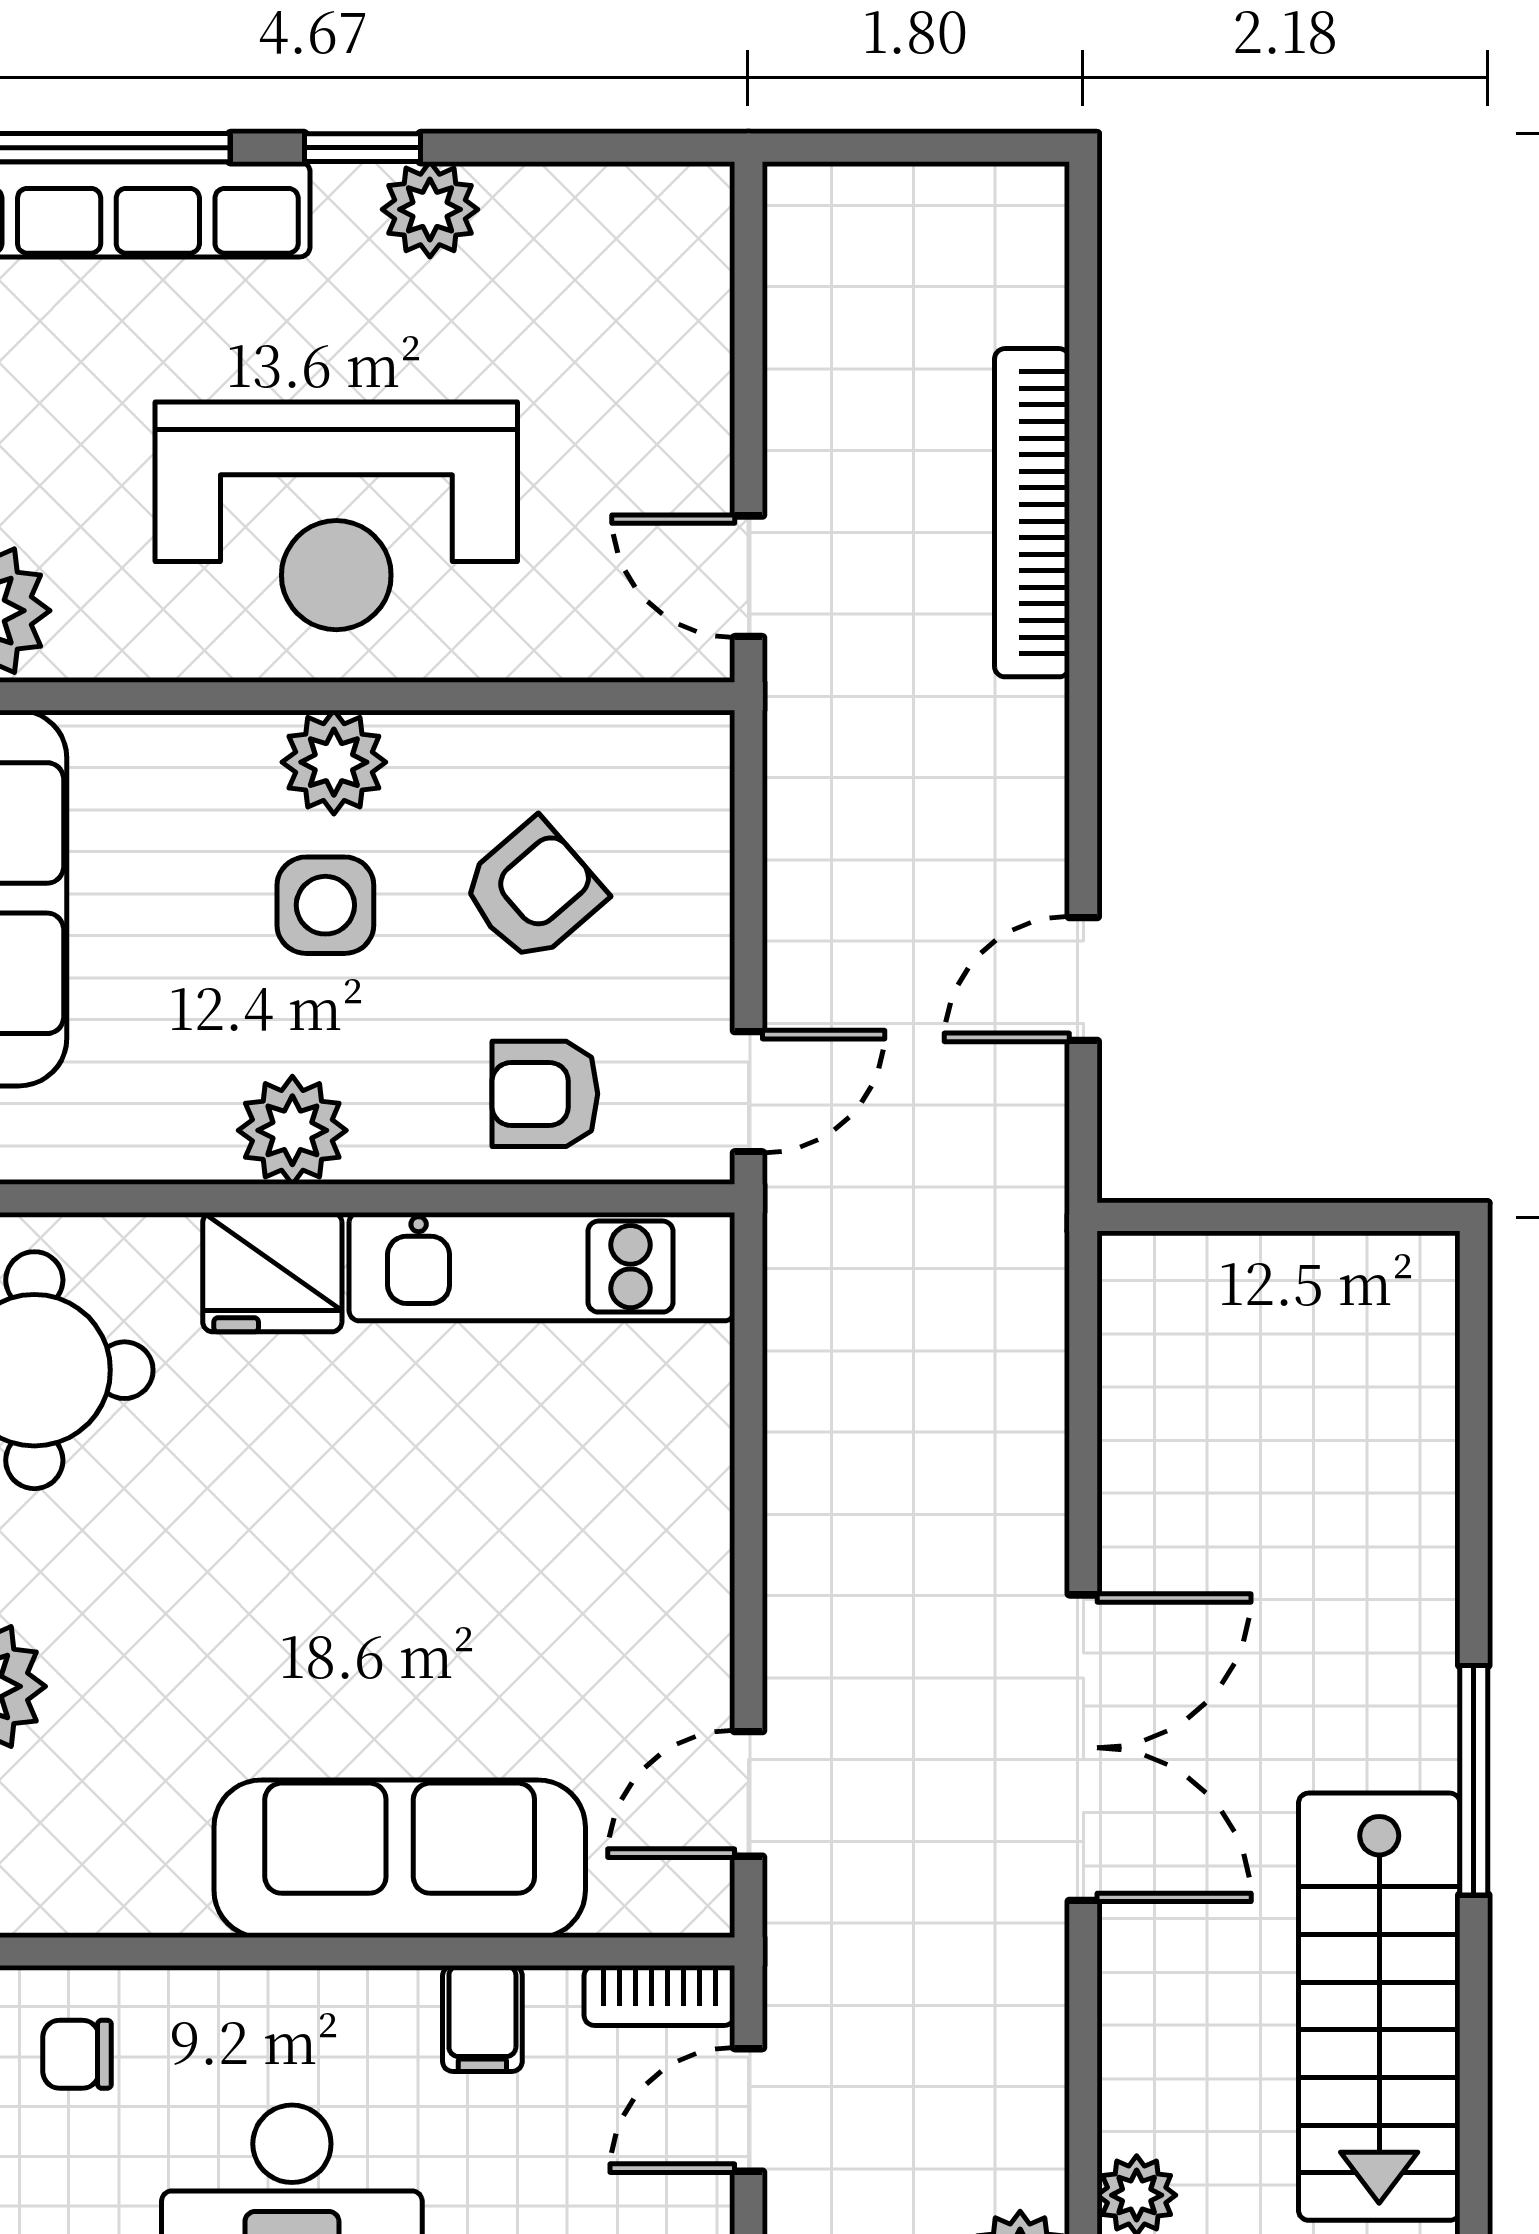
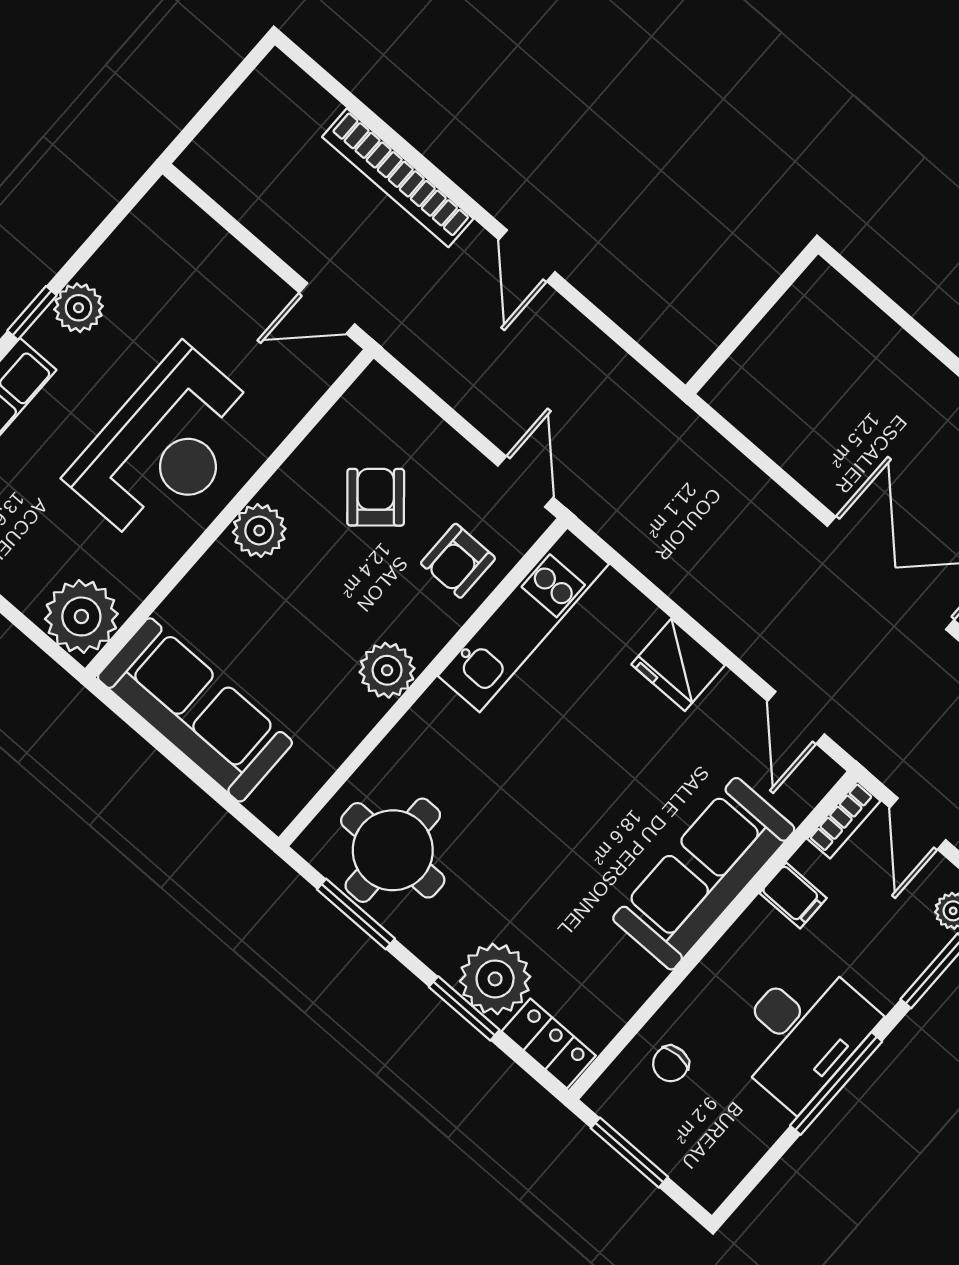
side table: (325, 905) -> (311, 582), removed
door: (1083, 979) -> (527, 256), moved
fridge: (272, 1272) -> (678, 665), moved, turned 90

